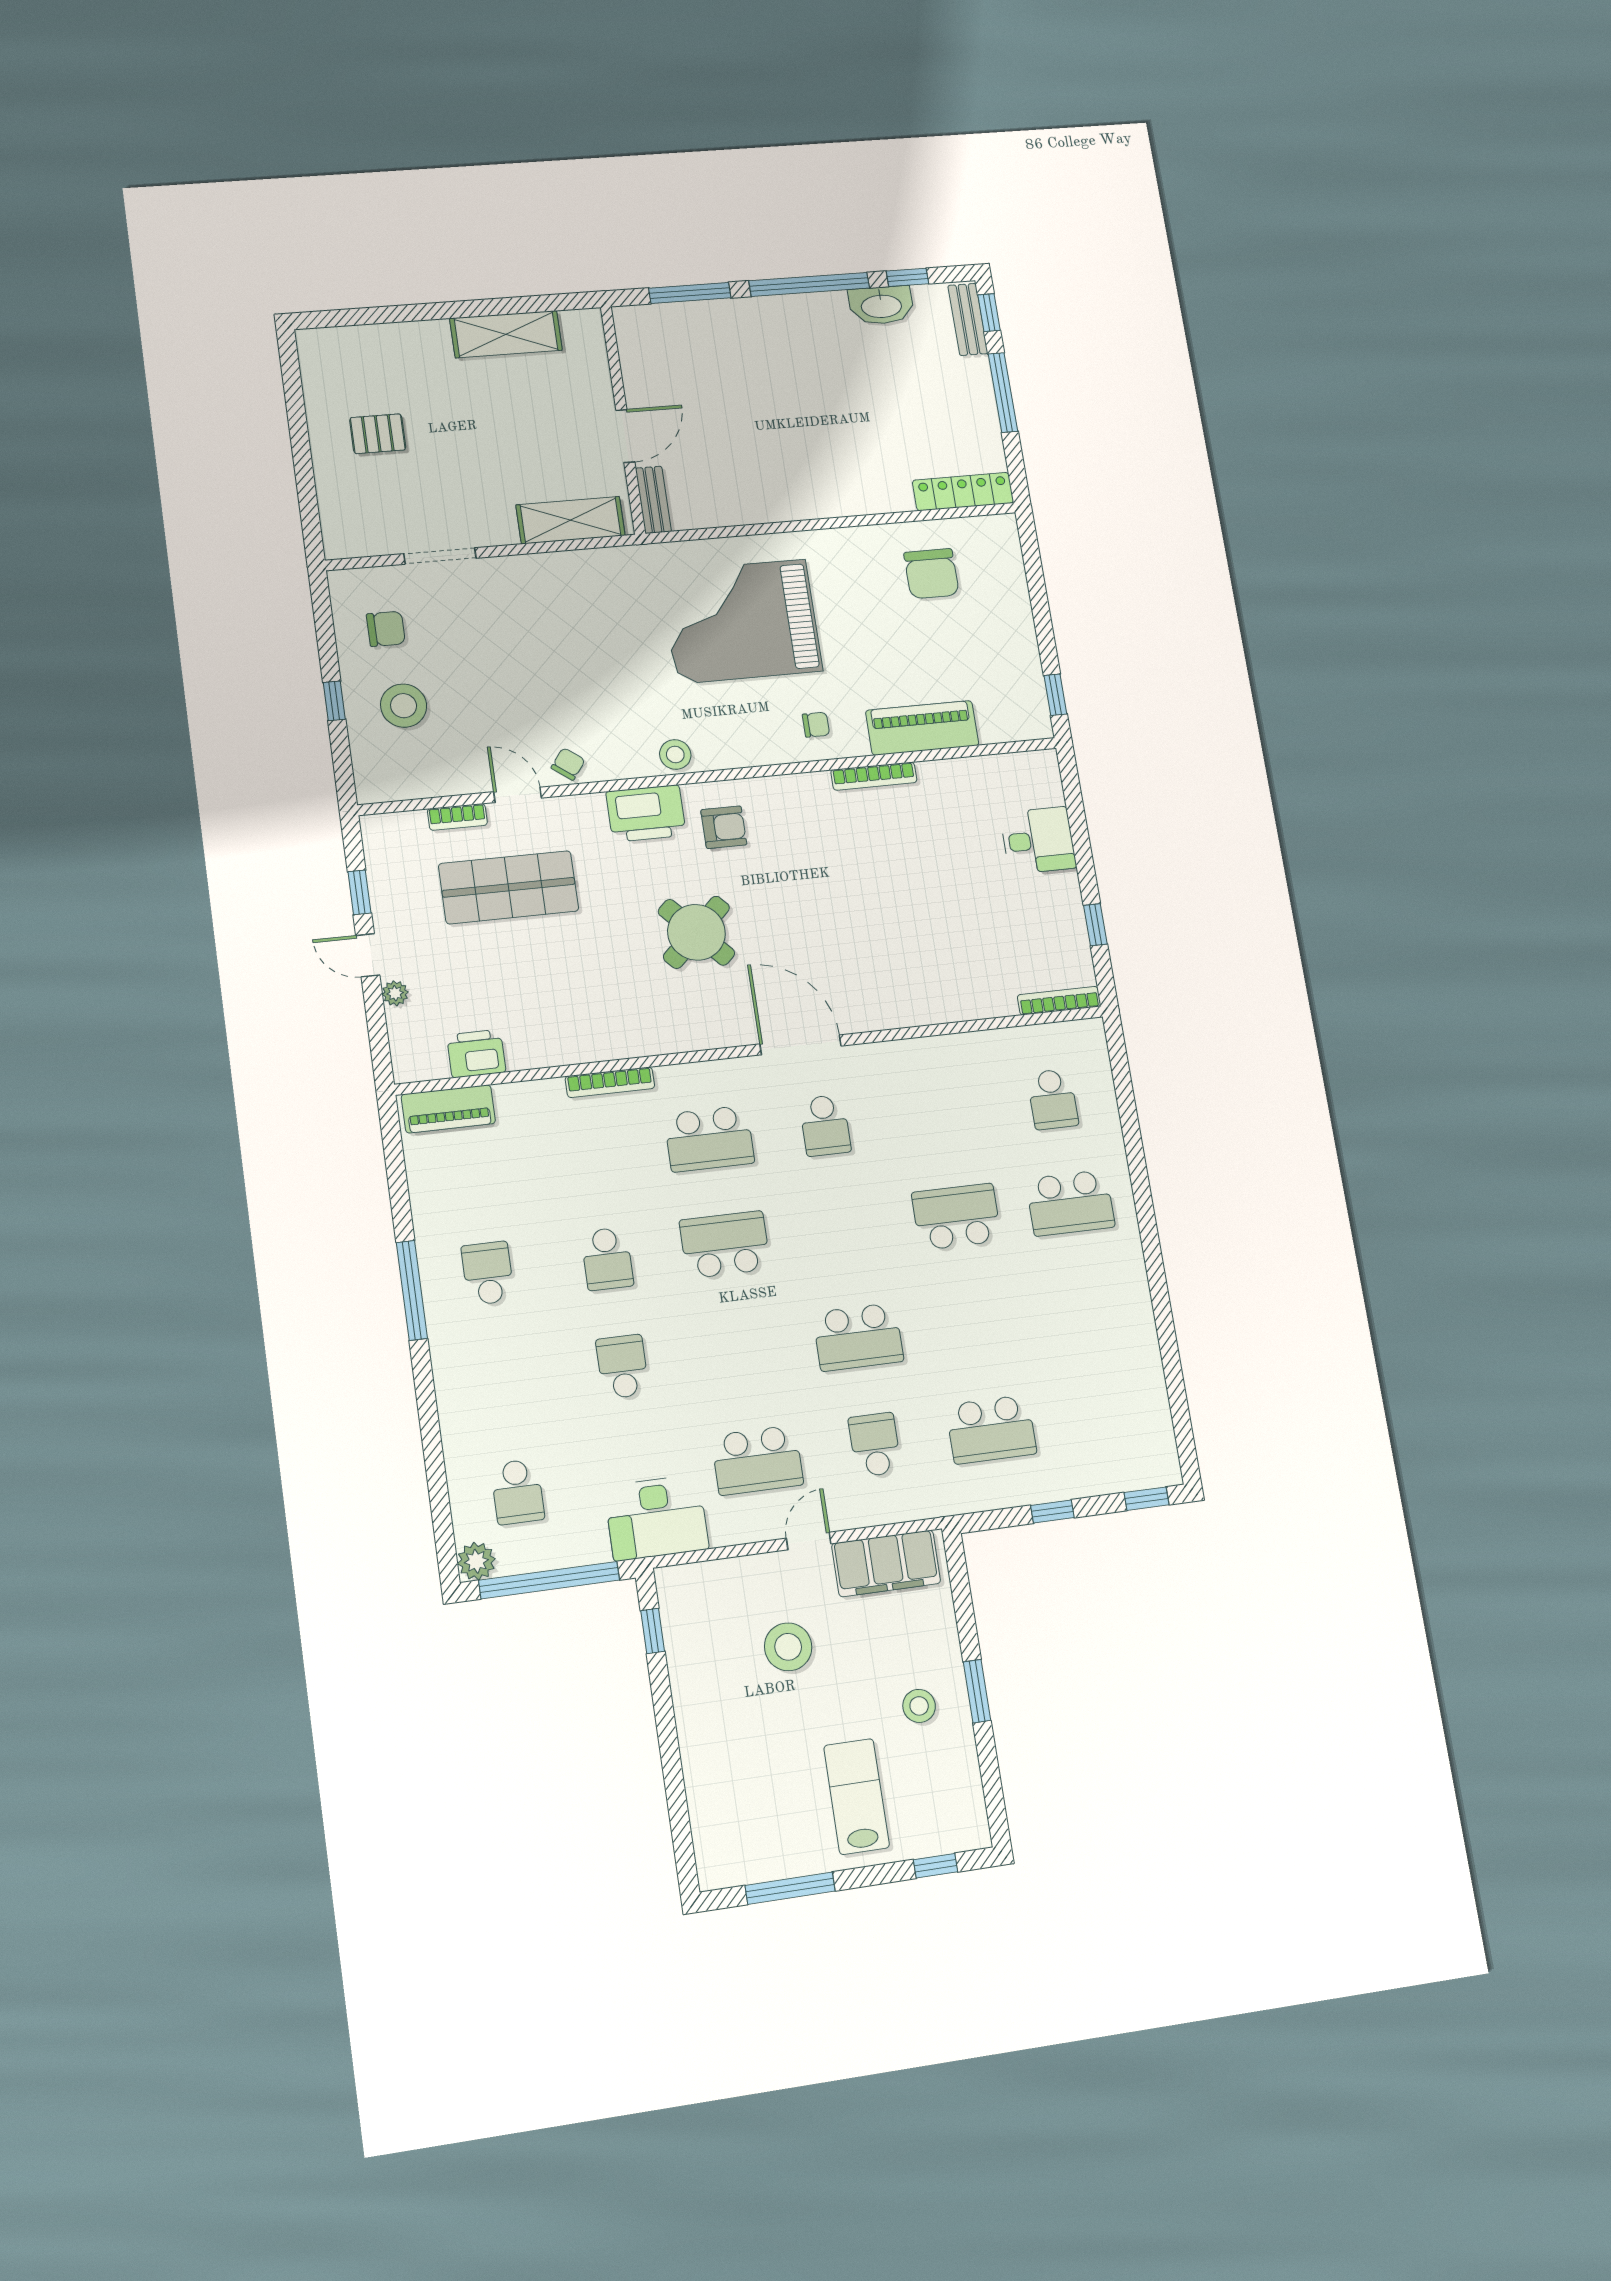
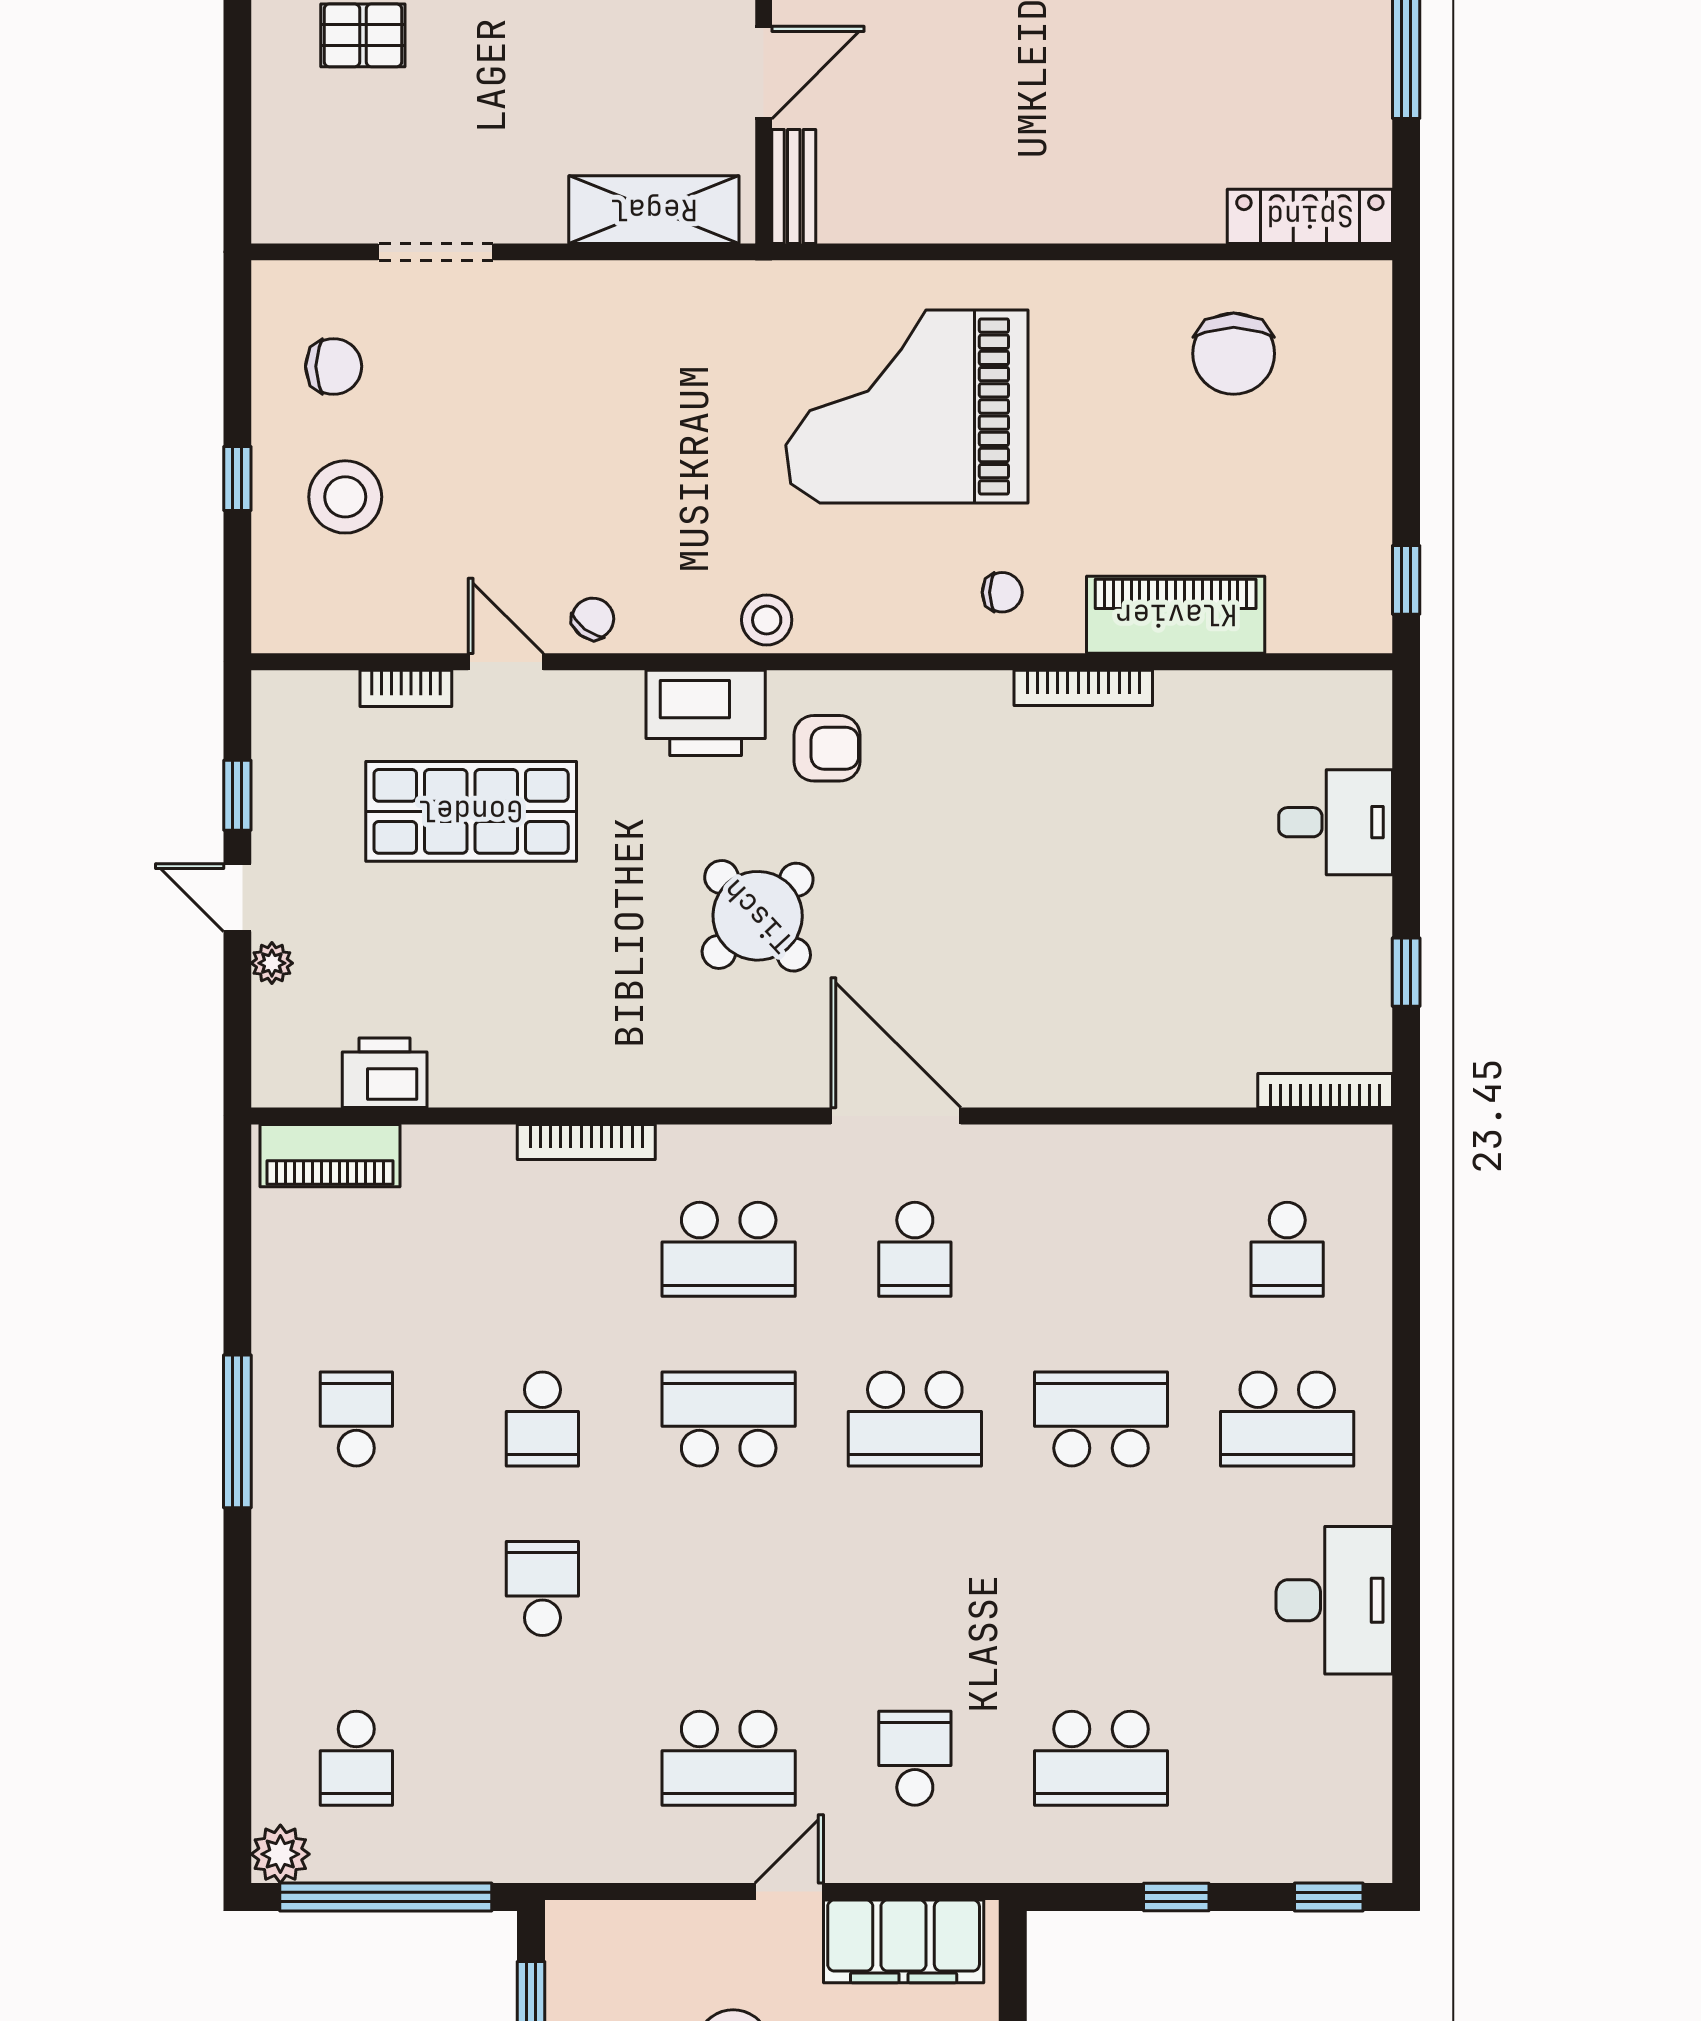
school desk: (858, 1337) -> (915, 1419), moved
desk: (656, 1518) -> (1334, 1600), moved, turned -90

